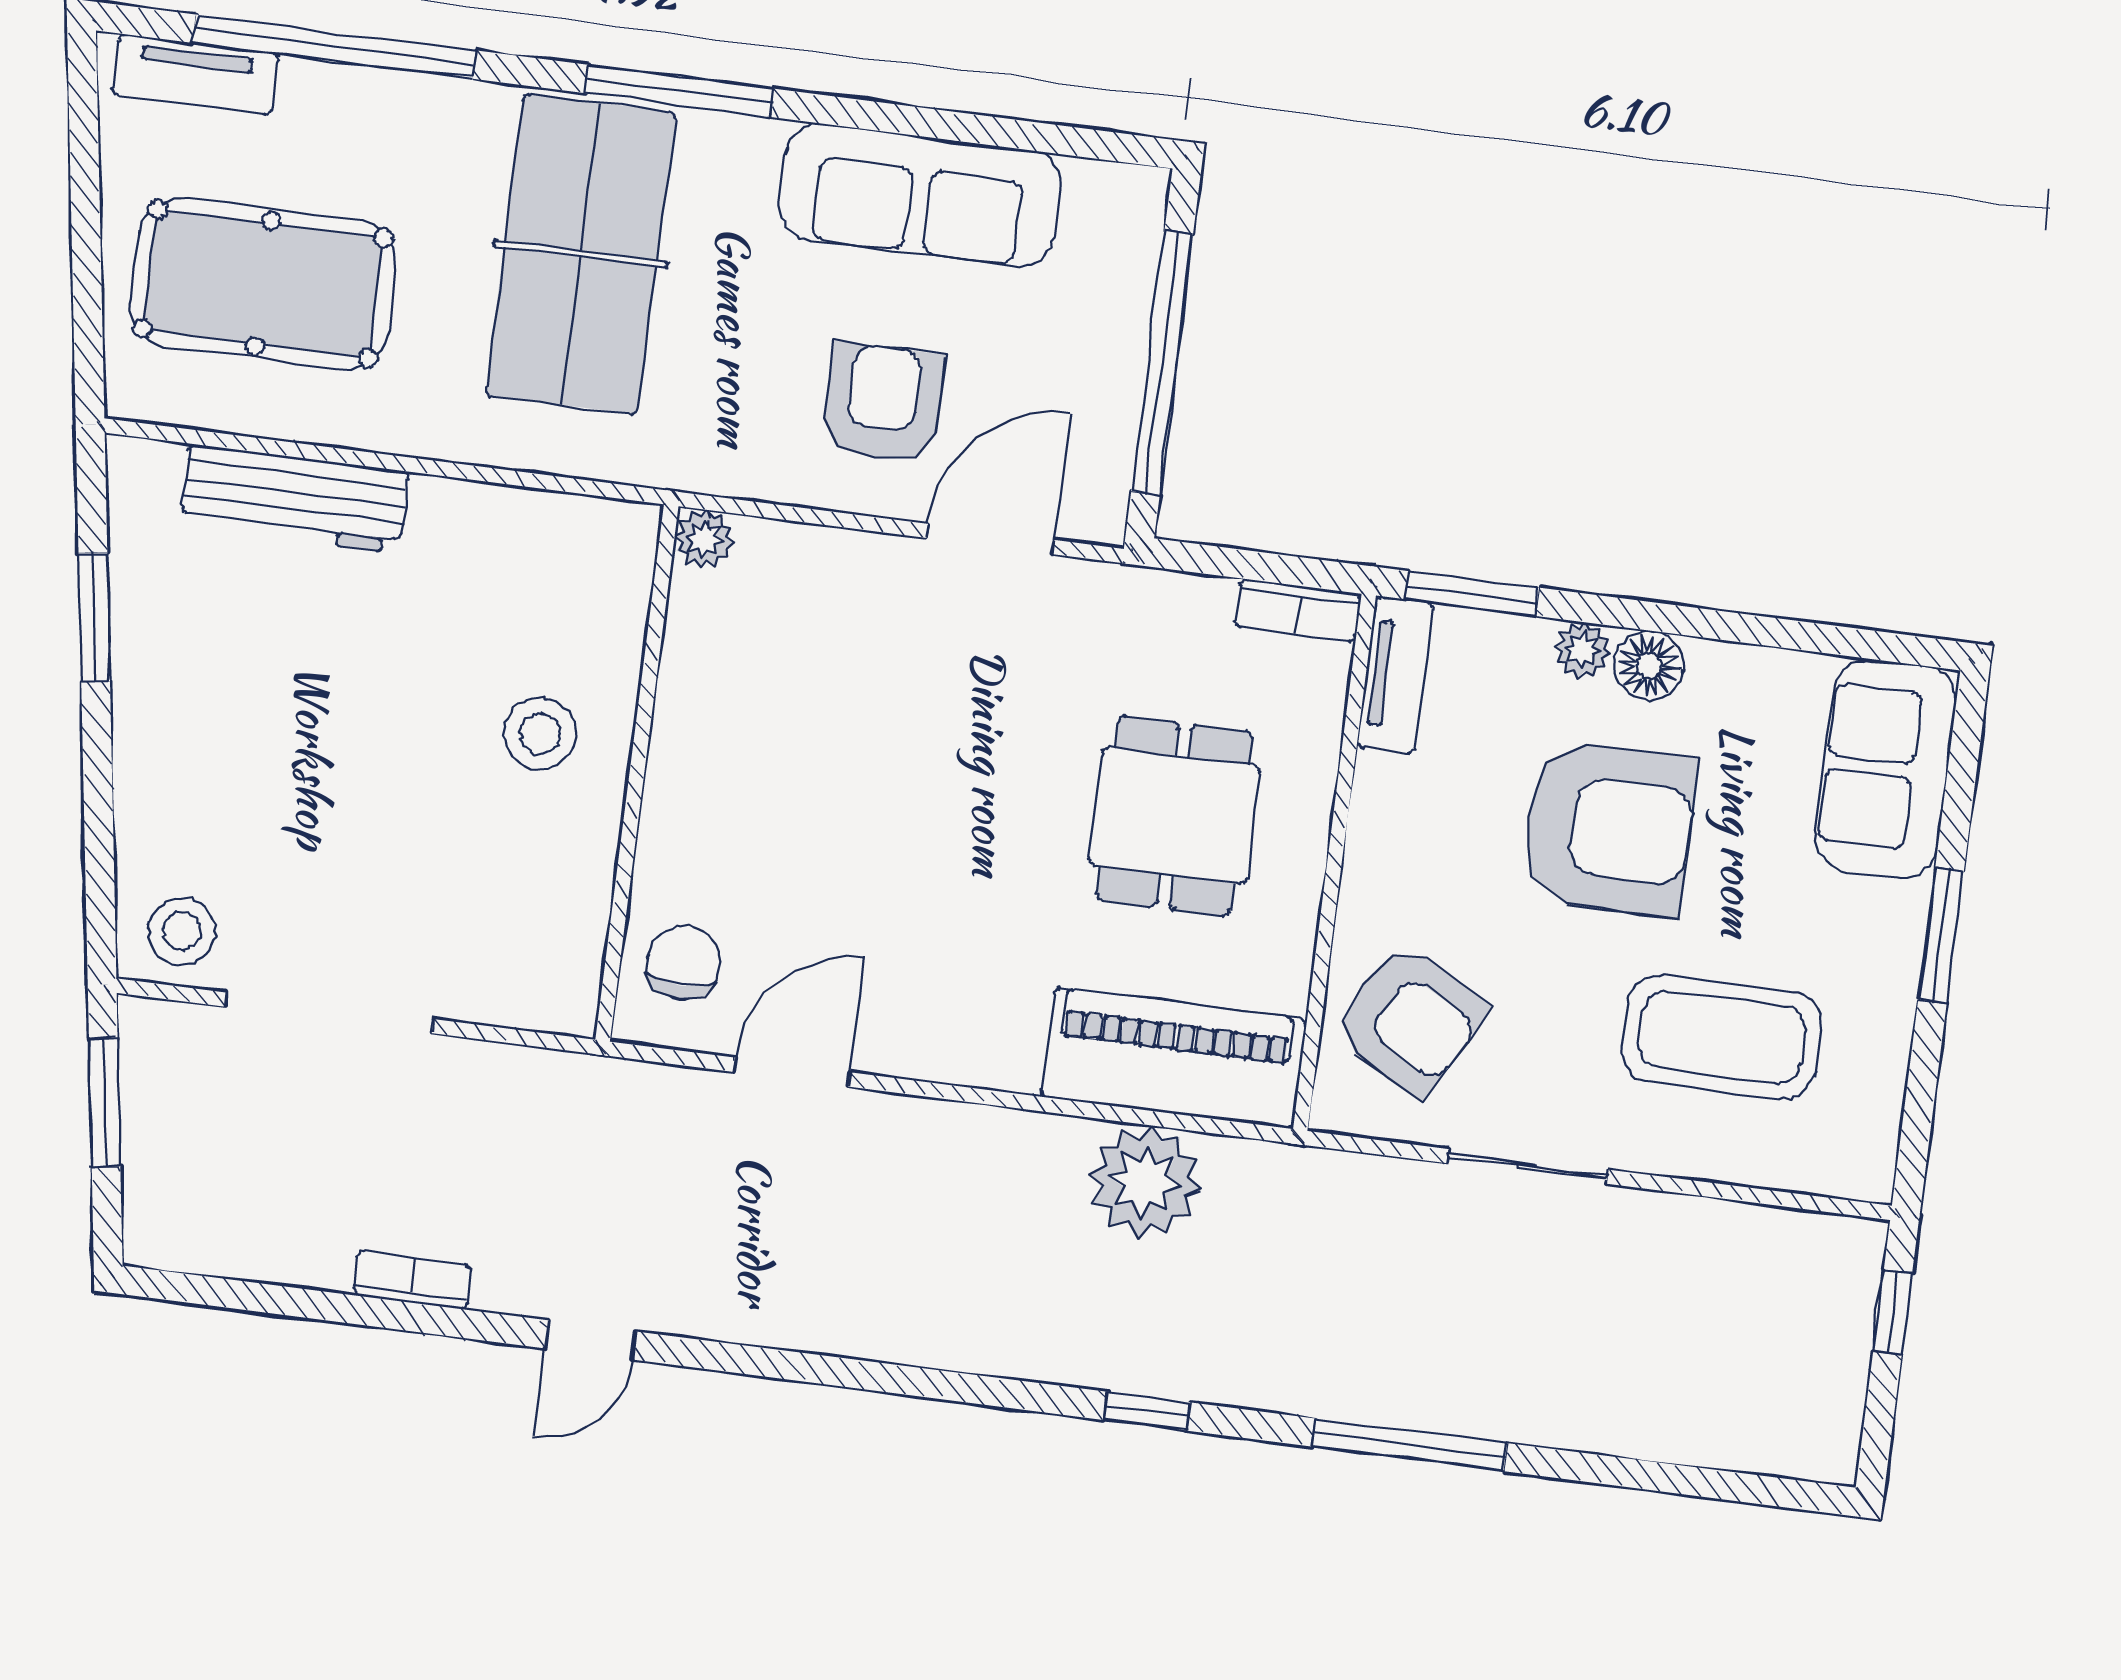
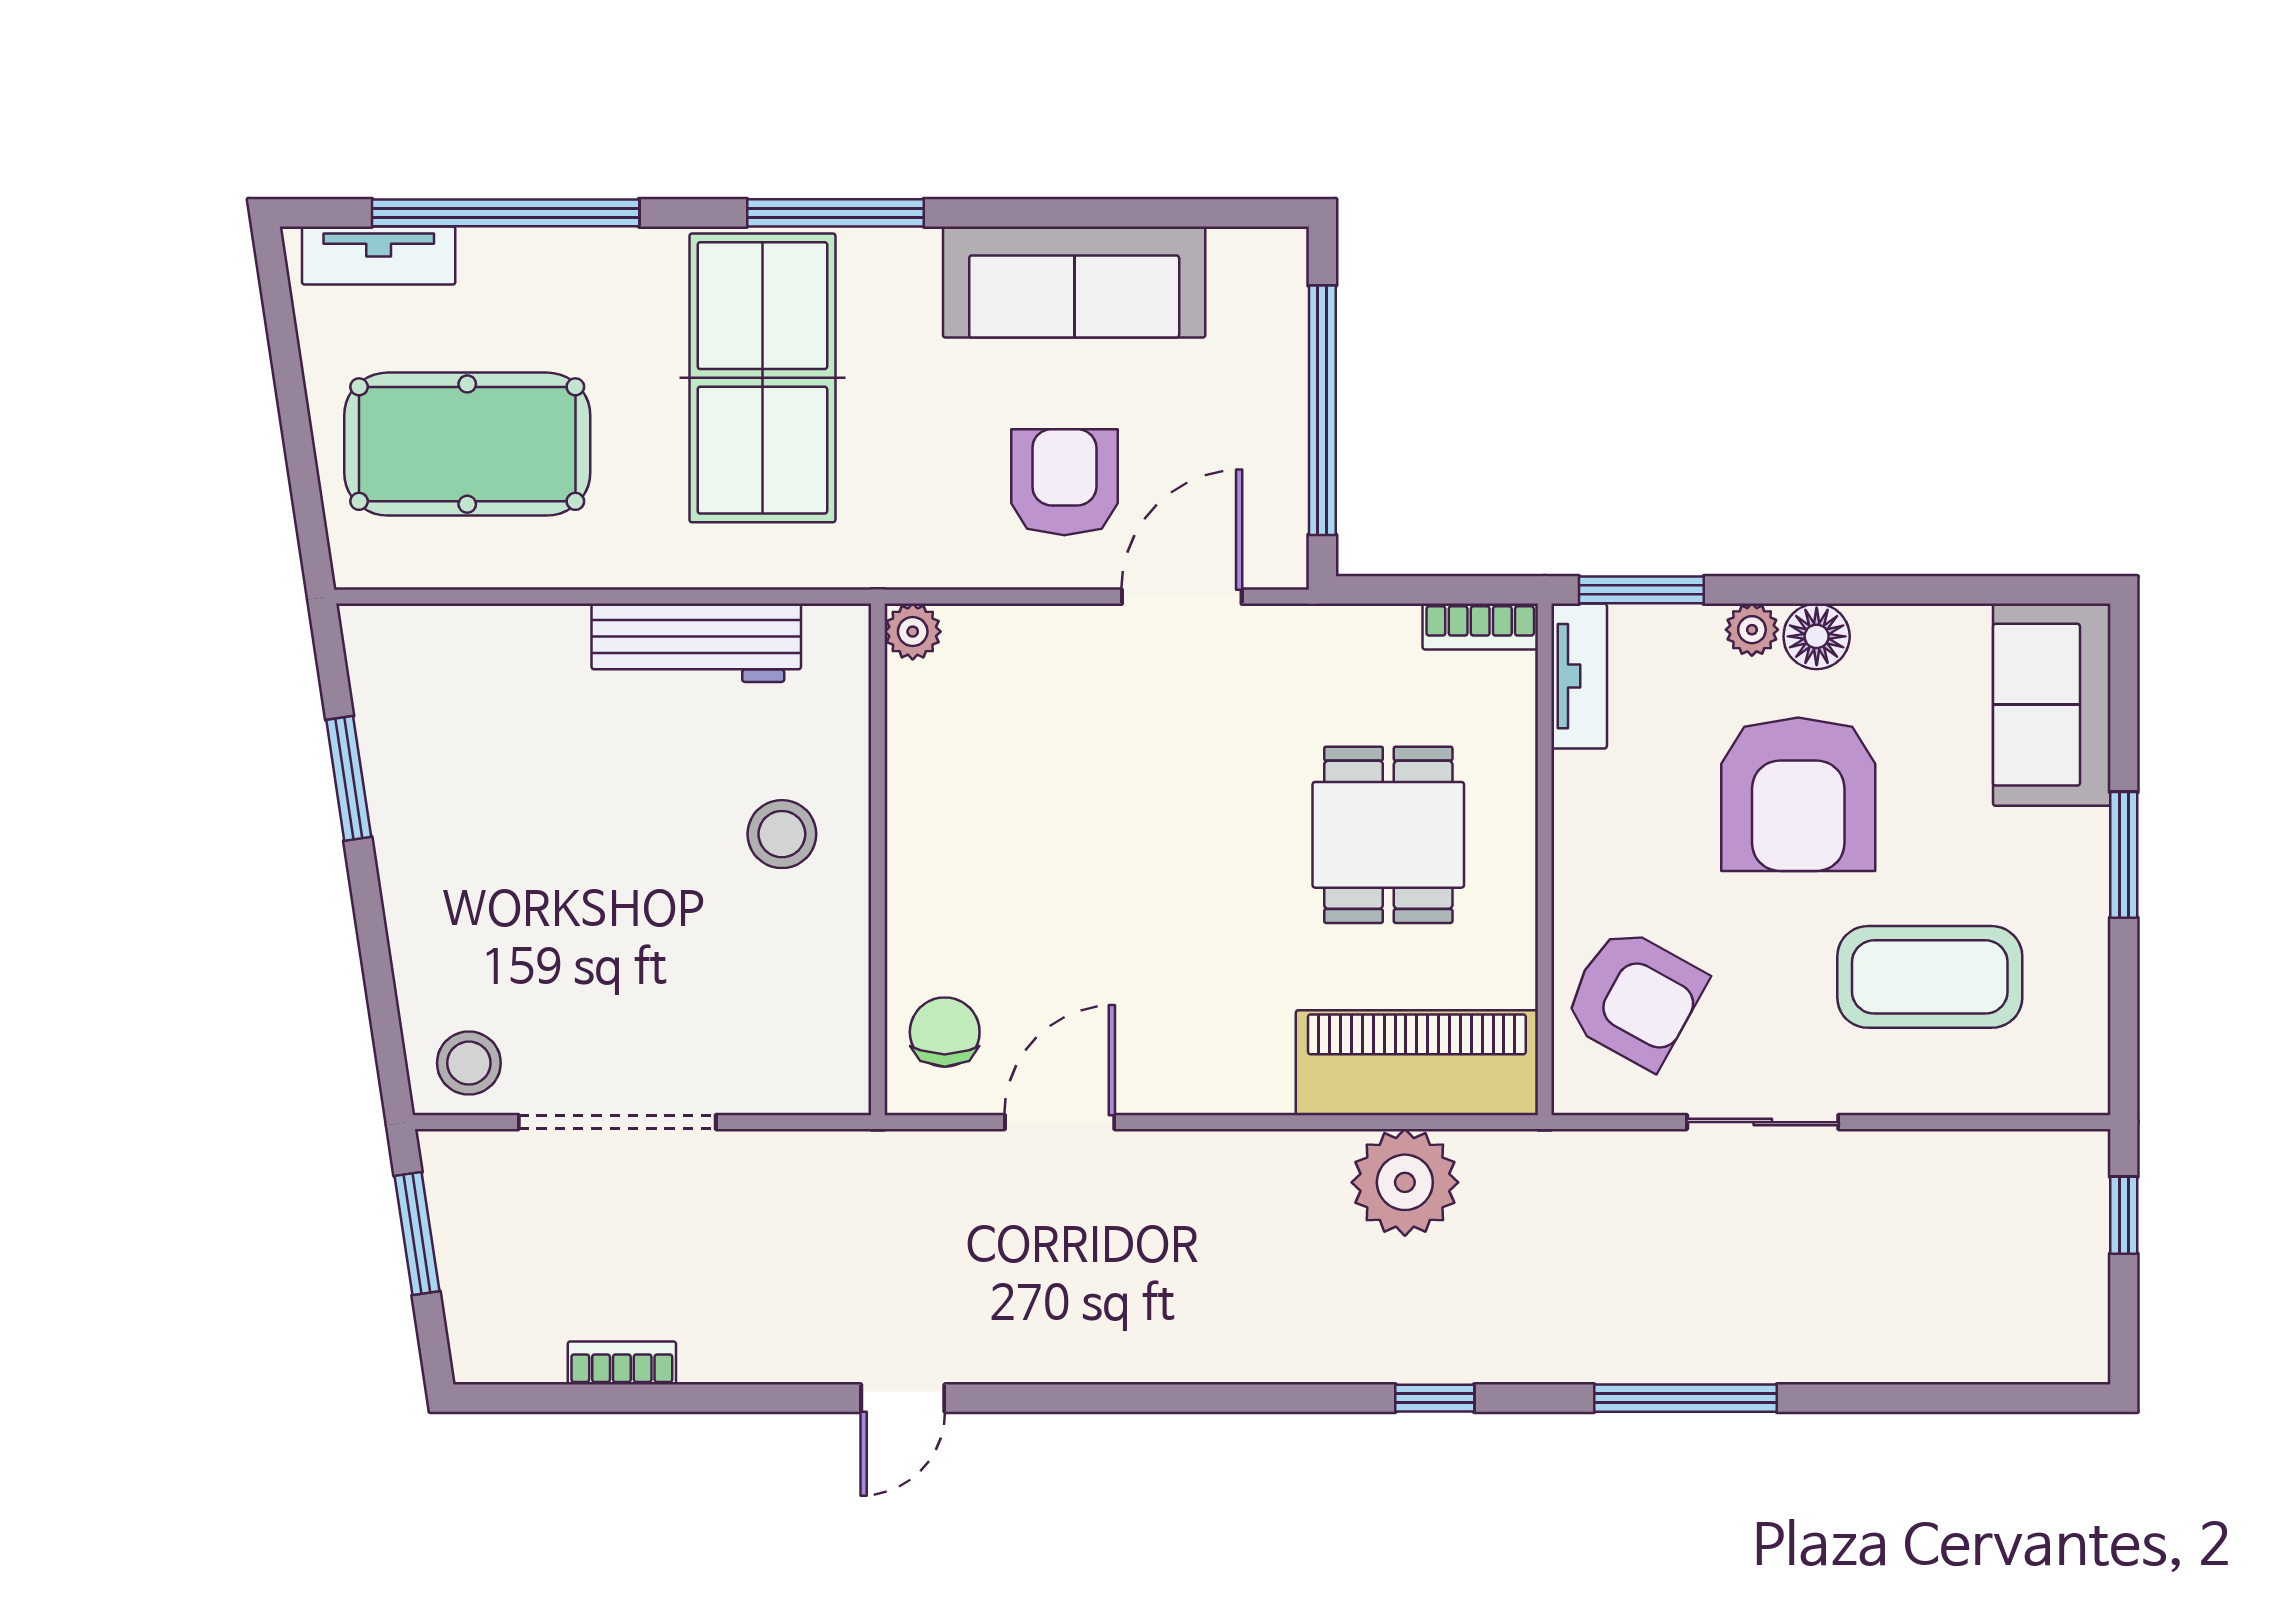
workbench: (294, 499) -> (696, 643), moved
armchair: (1609, 828) -> (1798, 794), turned 90
bookcase: (413, 1280) -> (622, 1363), moved

